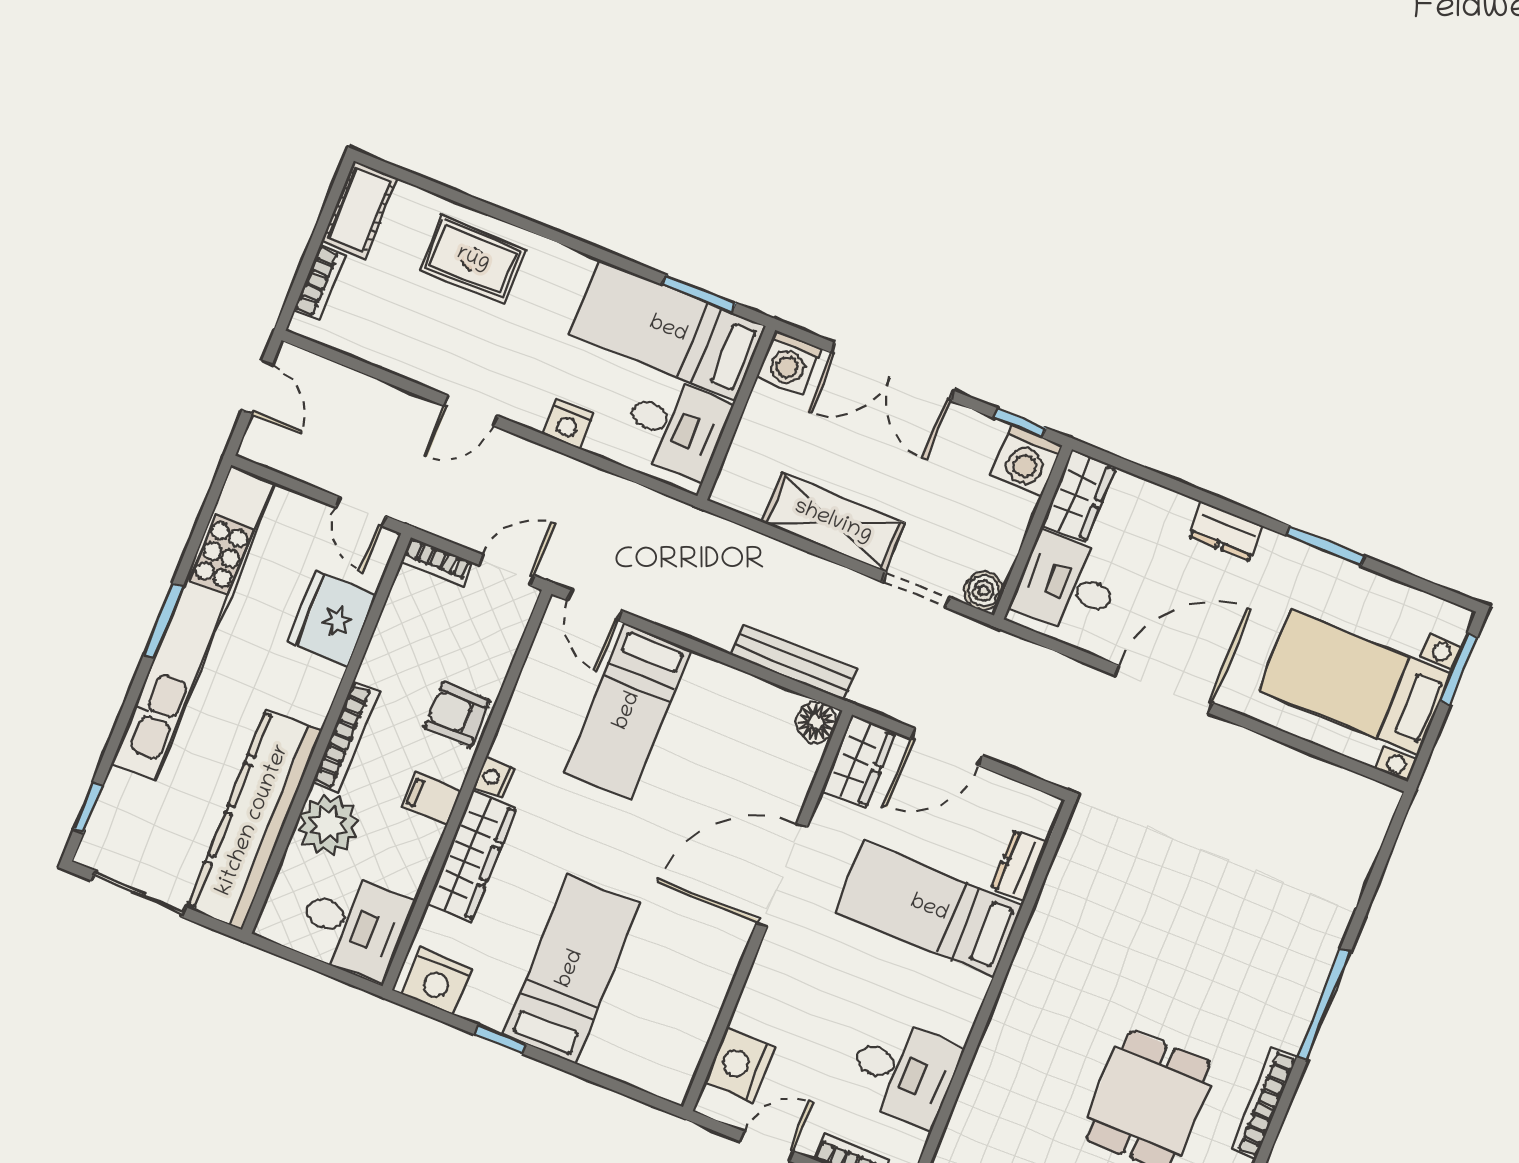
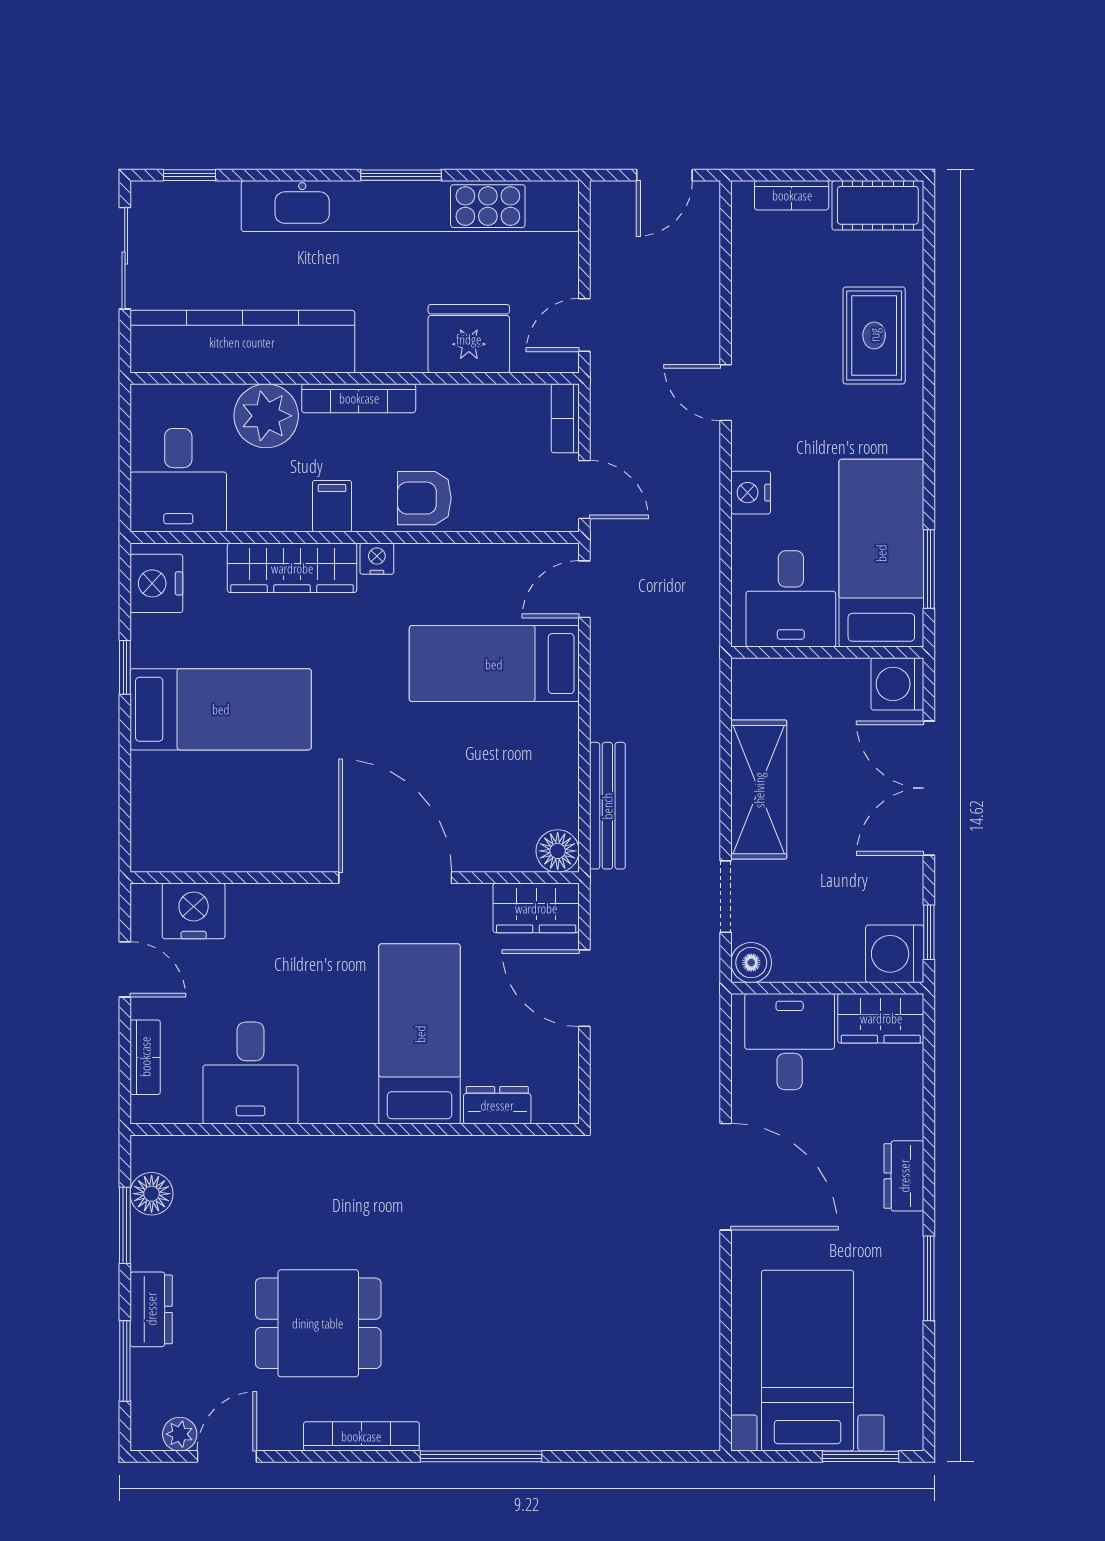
armchair: (457, 714) -> (424, 498), turned -90

